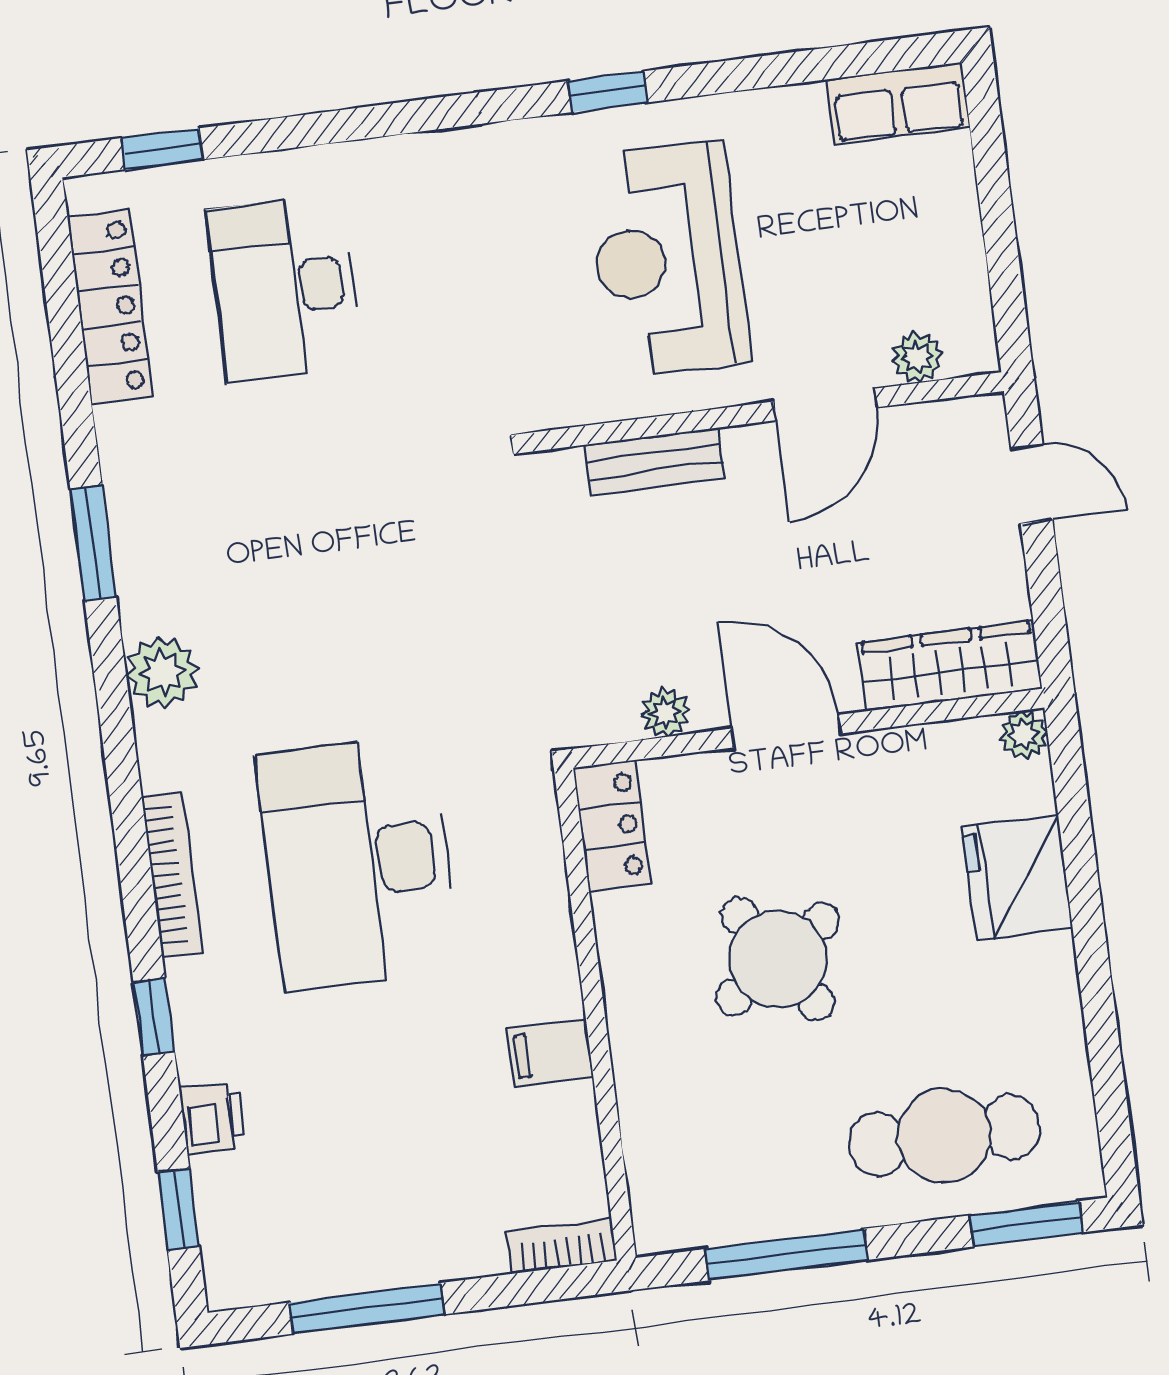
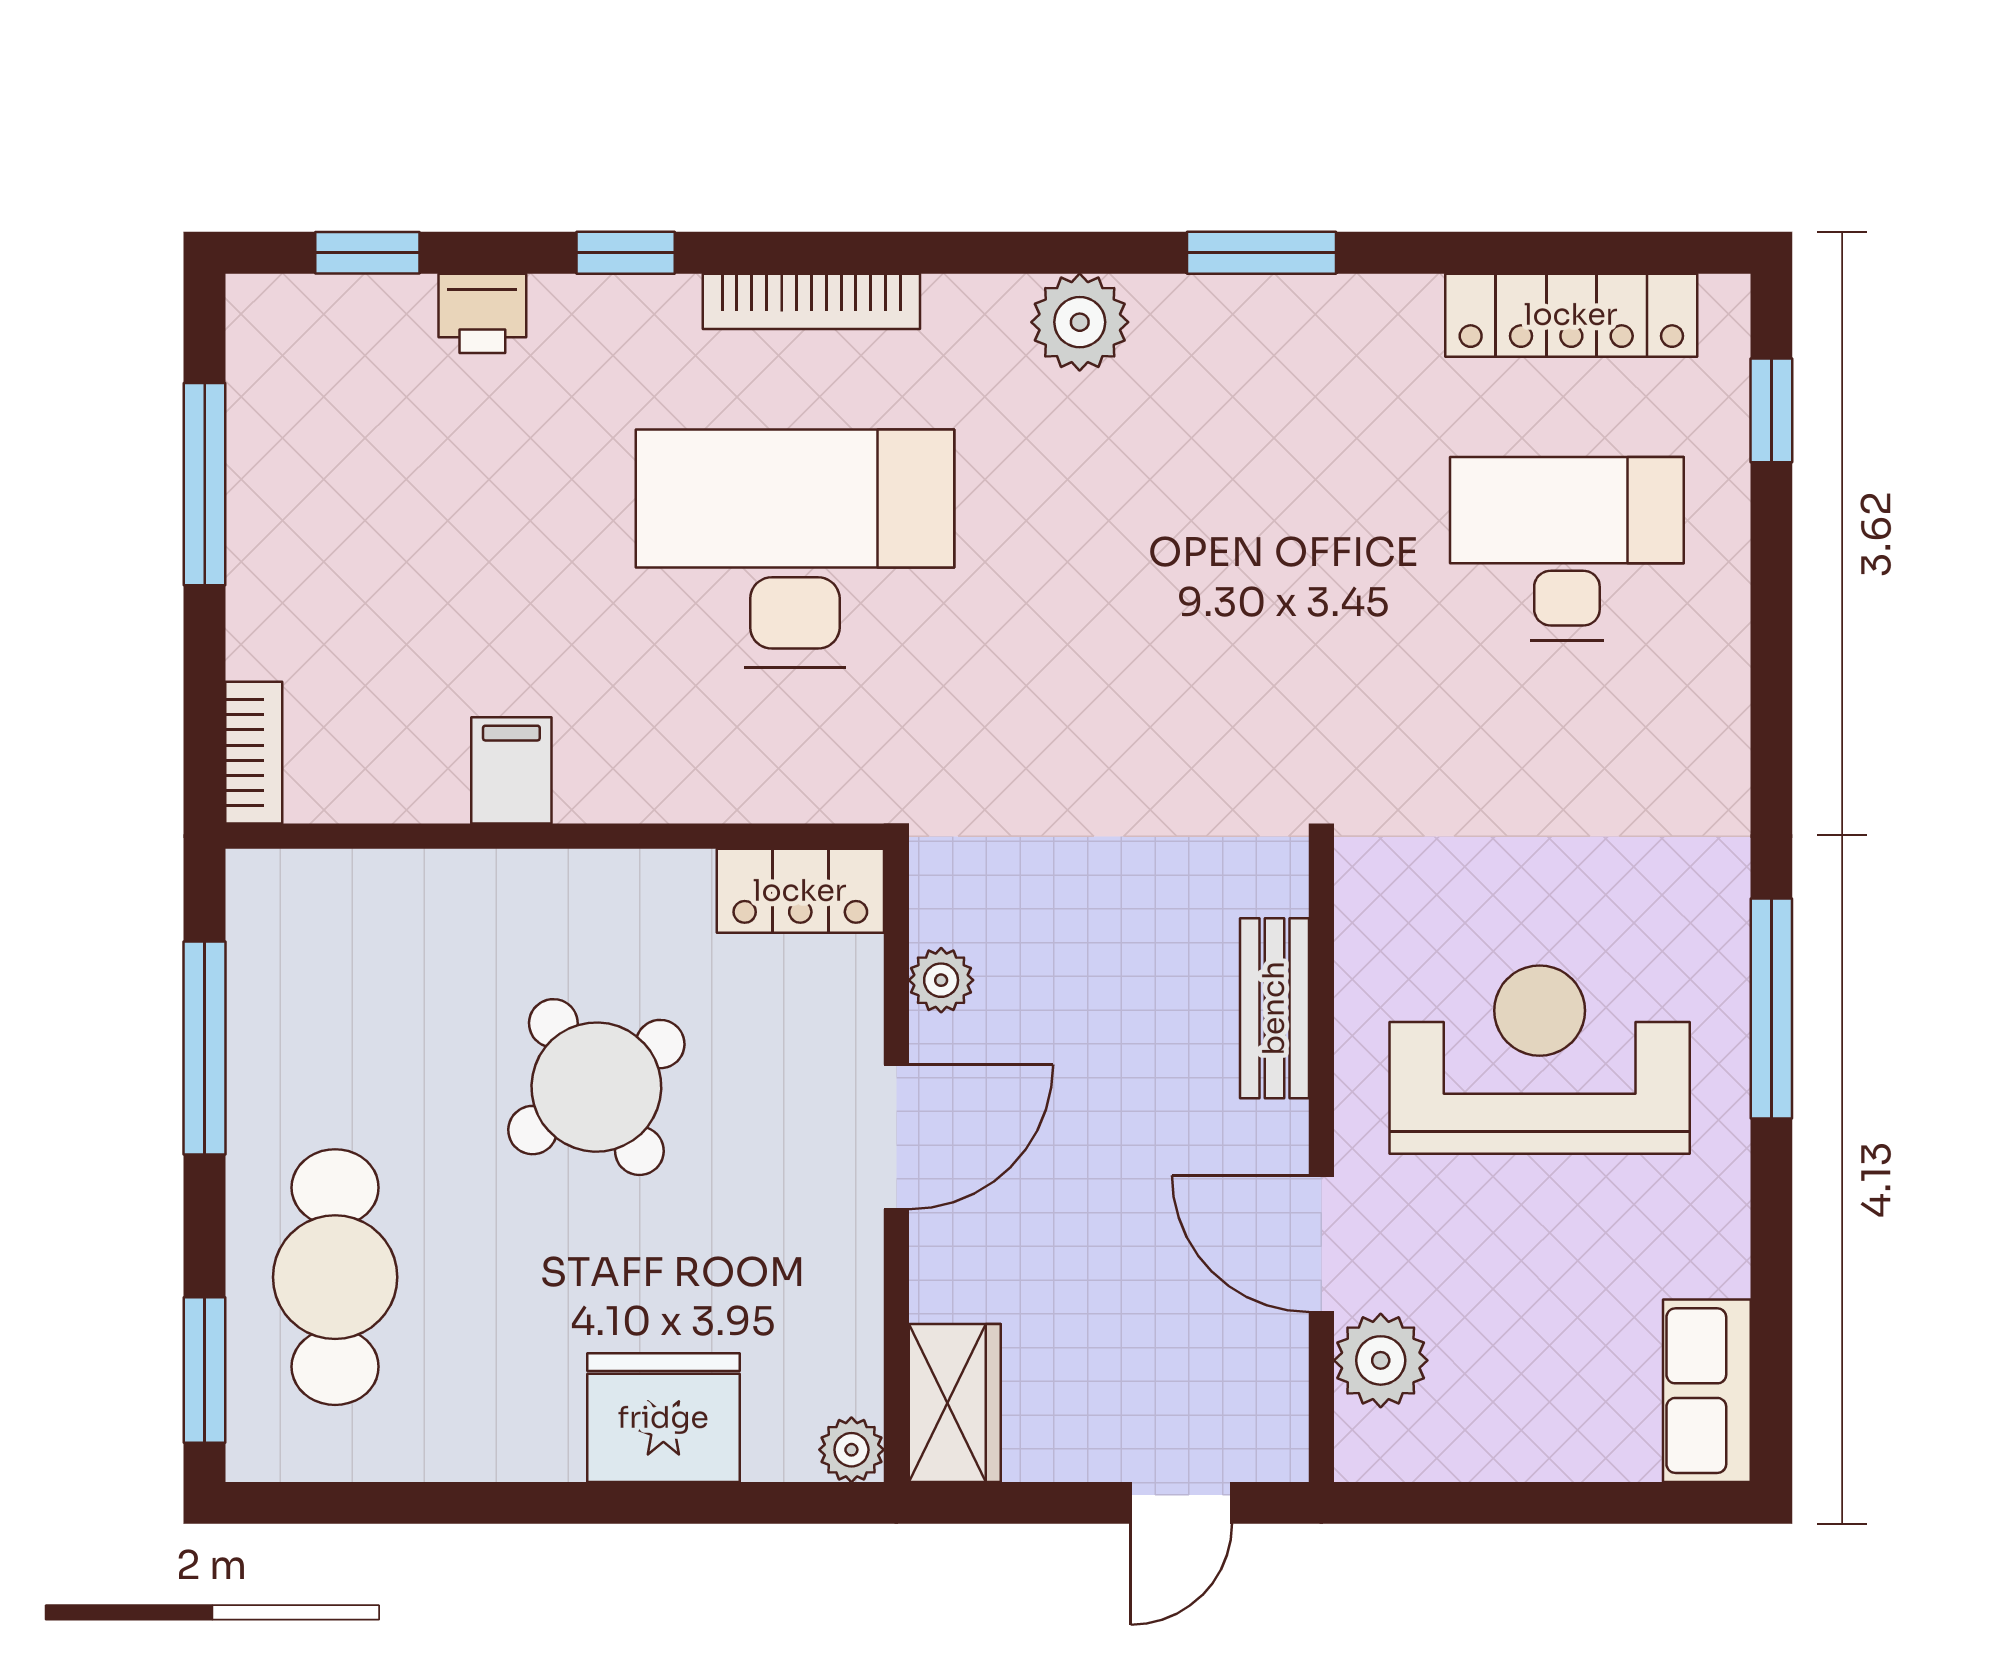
window: (607, 92) -> (1771, 1008), width x2.17
plant: (917, 357) -> (1381, 1360), width x1.38, depth x1.38
wardrobe: (949, 666) -> (955, 1403), width x0.67

